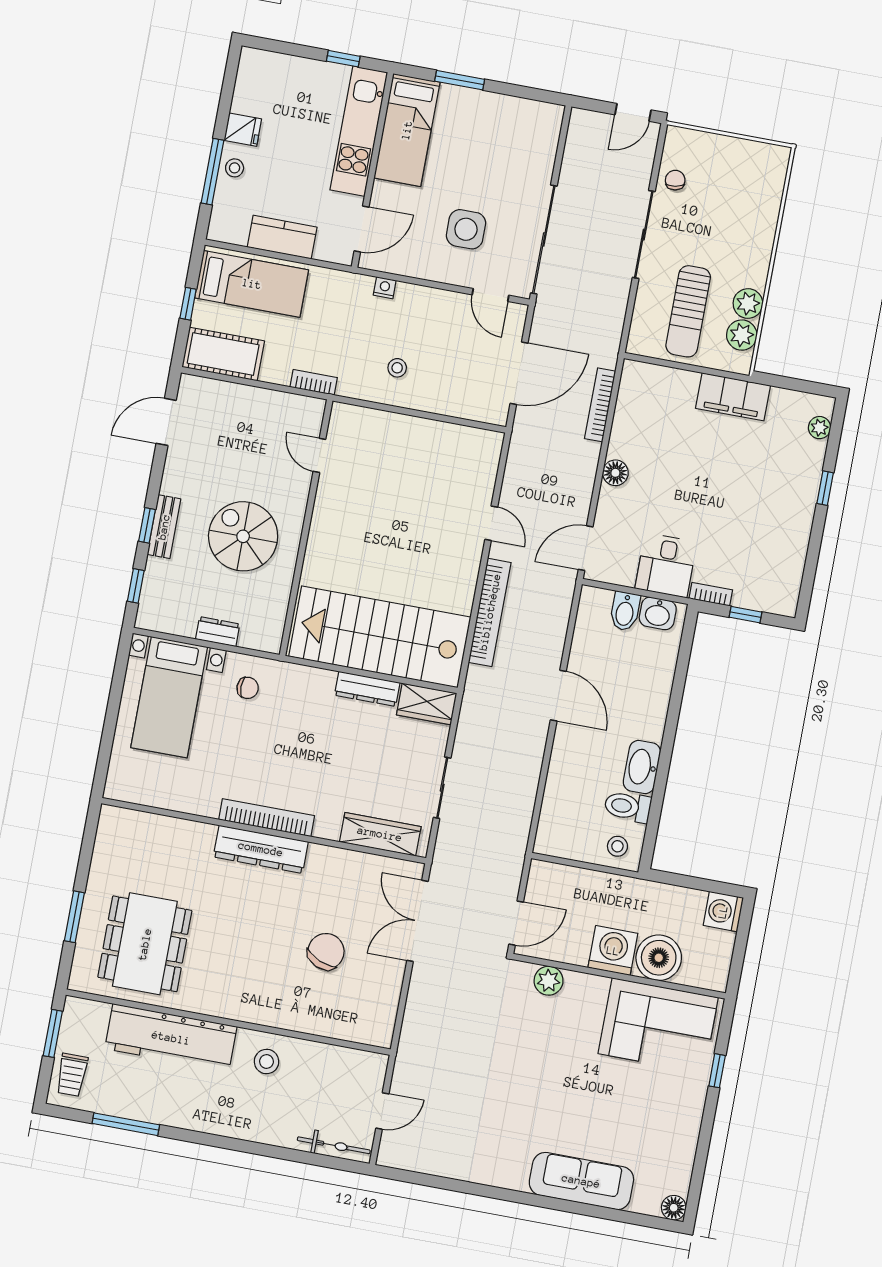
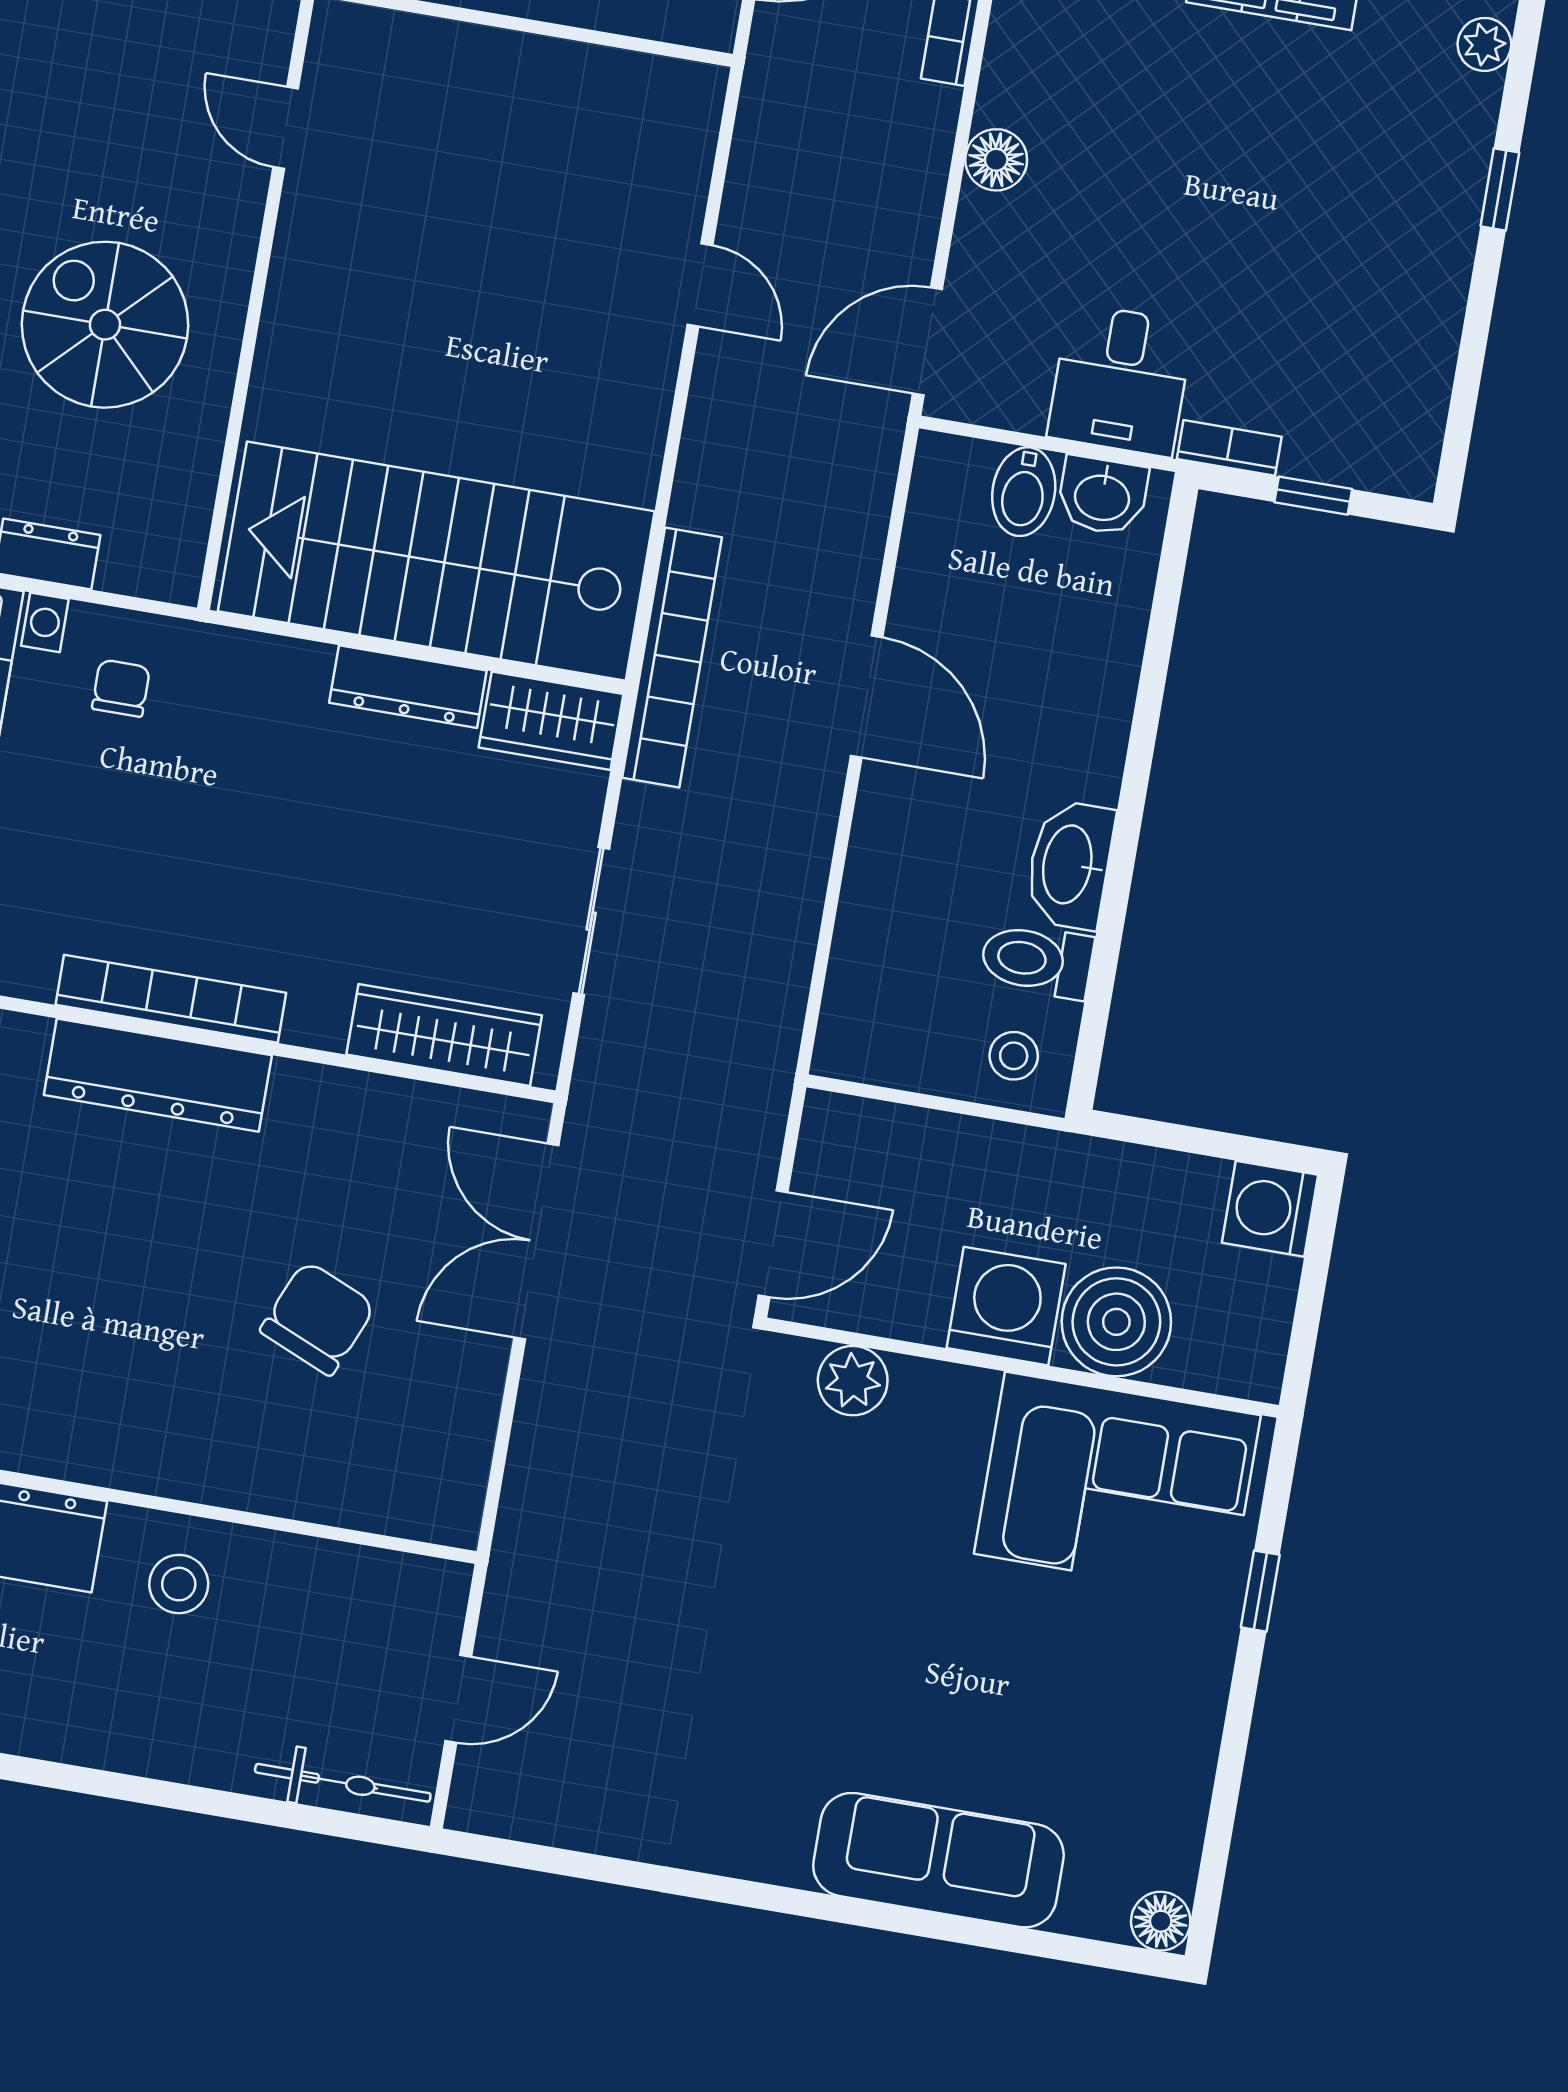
bookcase: (490, 612) -> (672, 658), moved
chair: (248, 688) -> (121, 688), turned -90

